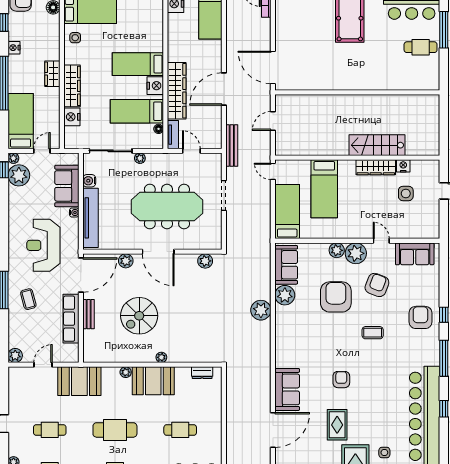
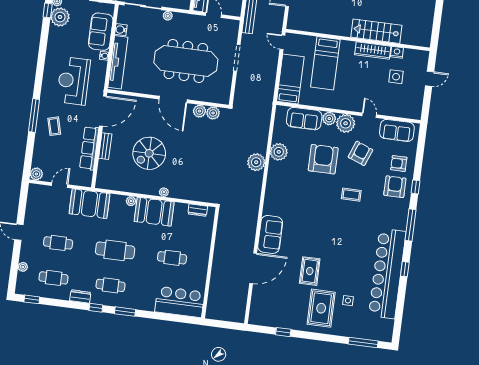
plant: (126, 261) -> (199, 111), moved
sofa: (286, 265) -> (304, 119), moved, turned 90
armchair: (341, 380) -> (399, 163), moved, turned -90

